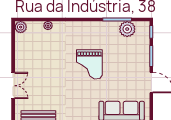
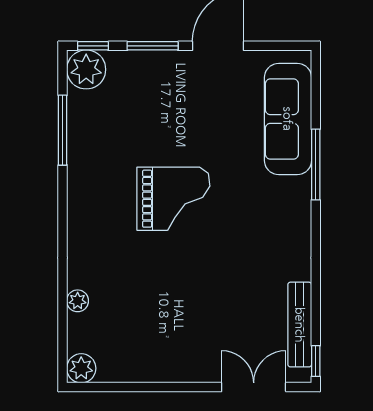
plant: (127, 29) -> (86, 69), moved
double door: (13, 86) -> (254, 387), moved

